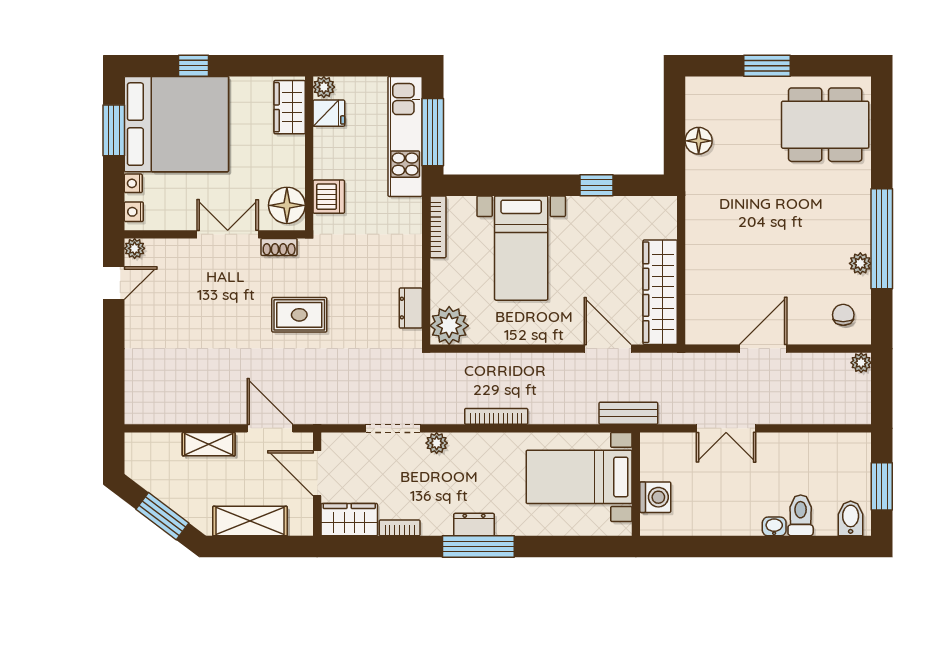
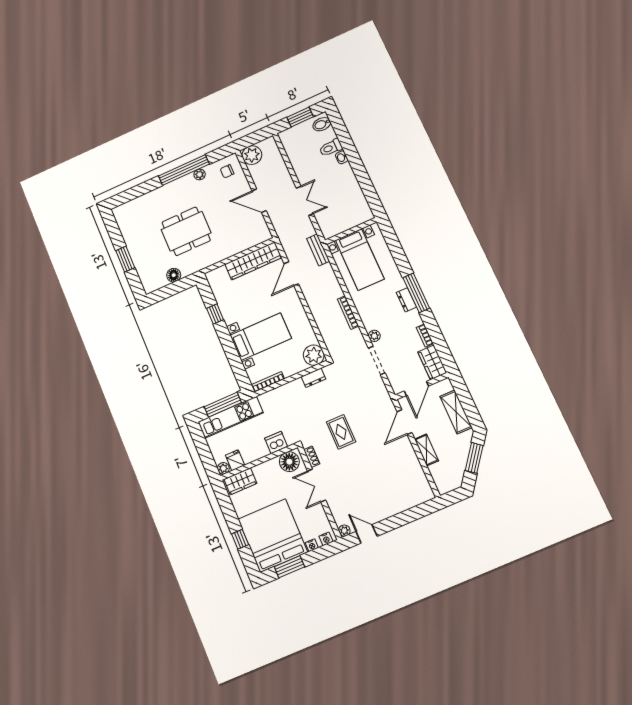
dining table: (825, 125) -> (186, 231), moved, turned 90
plant: (861, 363) -> (252, 155), width x1.88, depth x1.88
washing machine: (655, 497) -> (353, 219), removed

